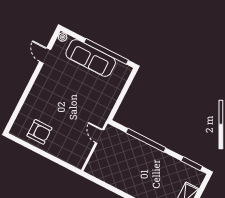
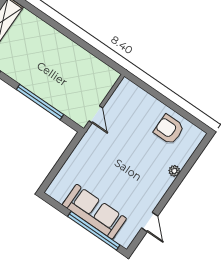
plant: (63, 37) -> (174, 171), moved
window: (106, 51) -> (94, 231), moved

